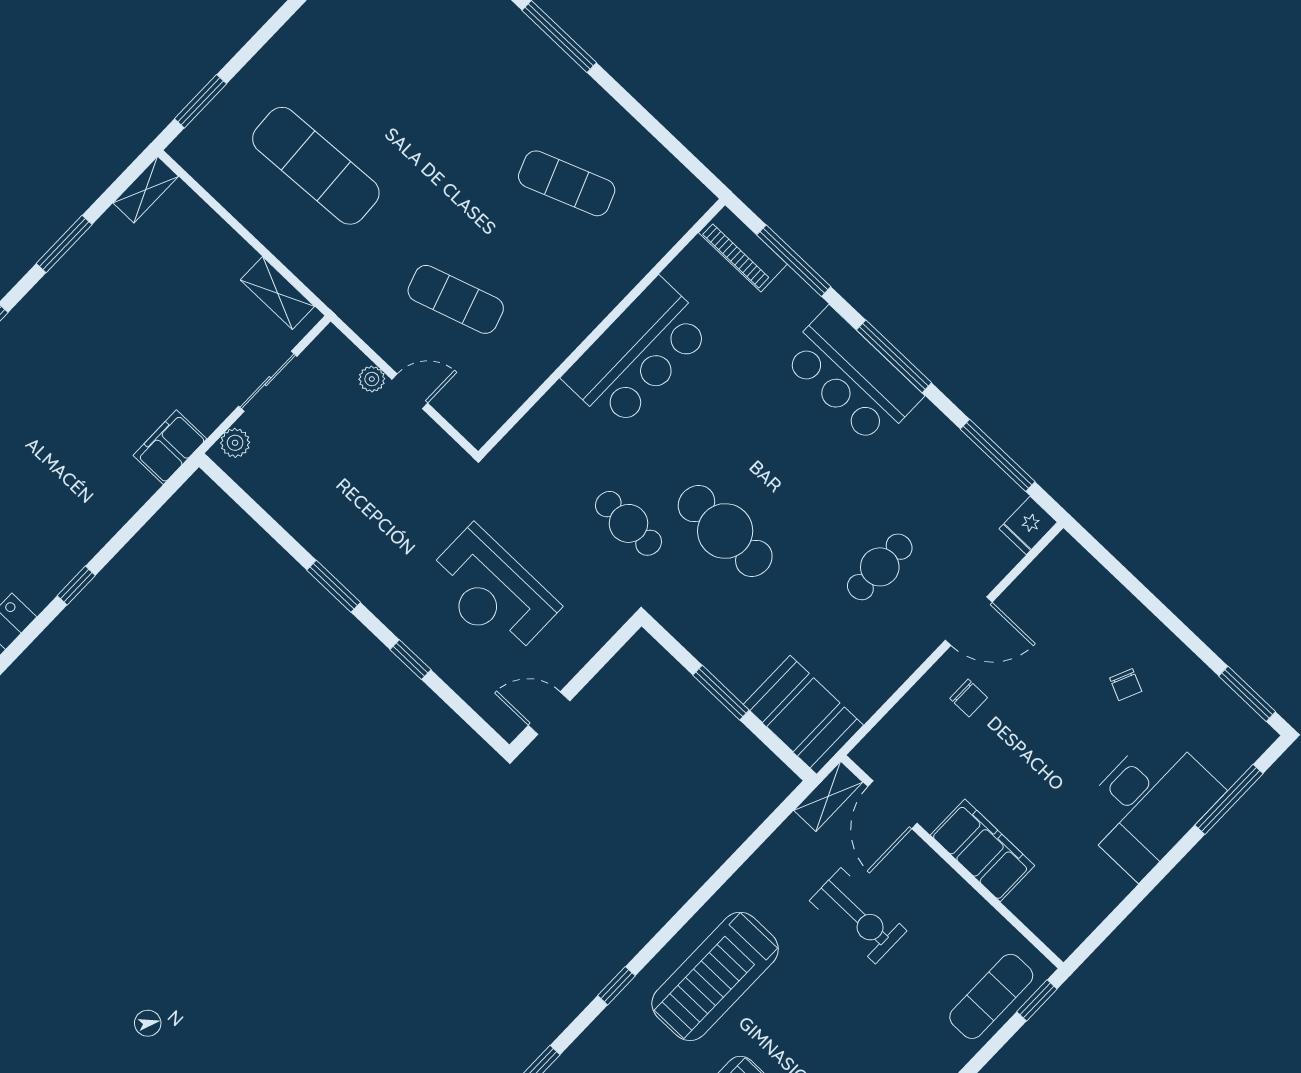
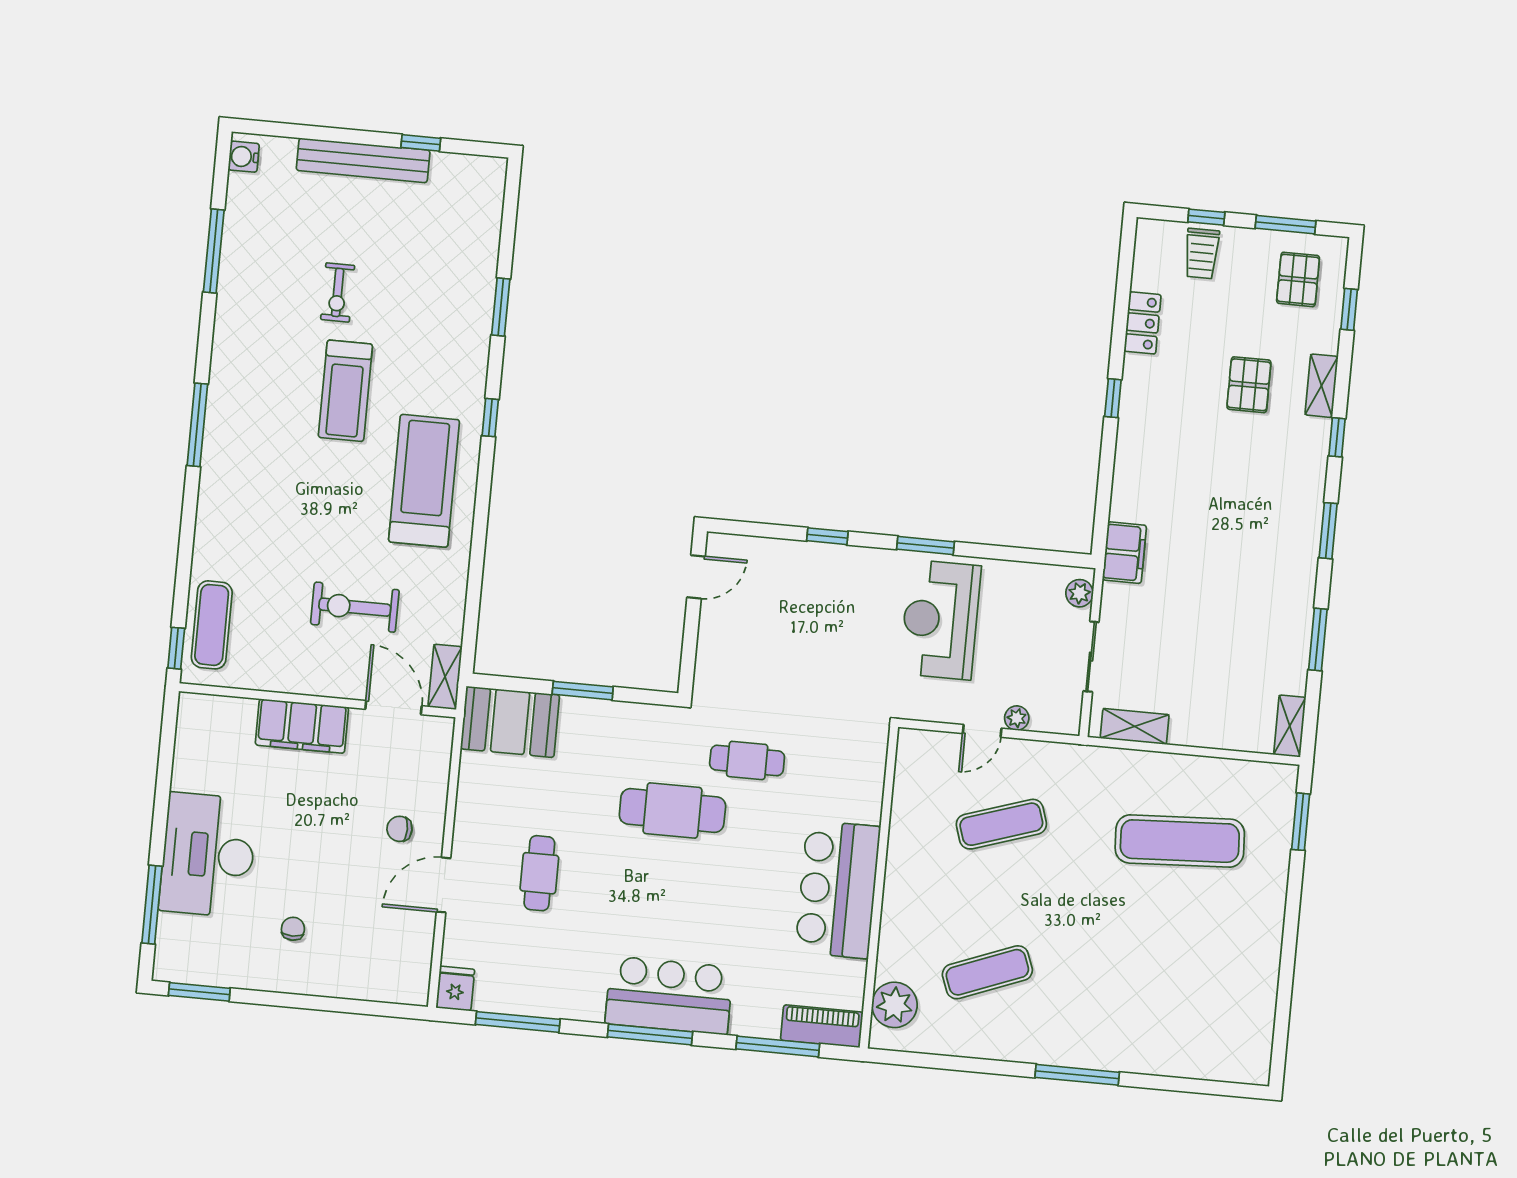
plant: (667, 218) -> (894, 1005), added
reception desk: (492, 592) -> (940, 620), moved, turned -90
chair: (1126, 685) -> (293, 929), turned 66

